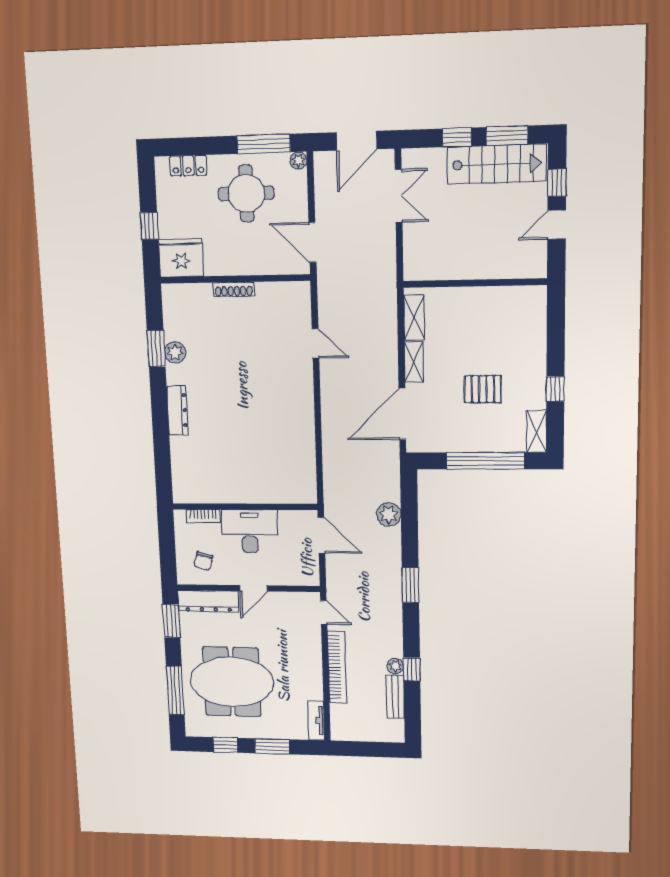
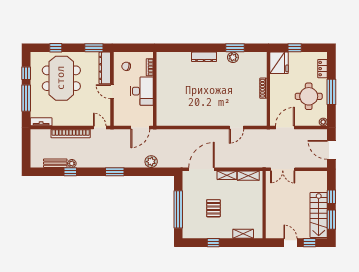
window: (264, 144) -> (331, 92), moved
double door: (399, 196) -> (283, 169), moved
door: (402, 414) -> (202, 169), hinge flipped
shelving: (537, 431) -> (243, 234), moved
door: (324, 612) -> (100, 128), swing flipped
window: (175, 690) -> (56, 48), width x0.46
window: (272, 746) -> (26, 98), width x1.44

